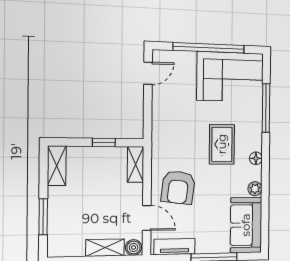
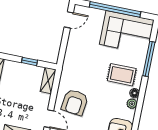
rug: (222, 144) -> (122, 75), moved, turned 90
plant: (255, 189) -> (132, 104), moved

